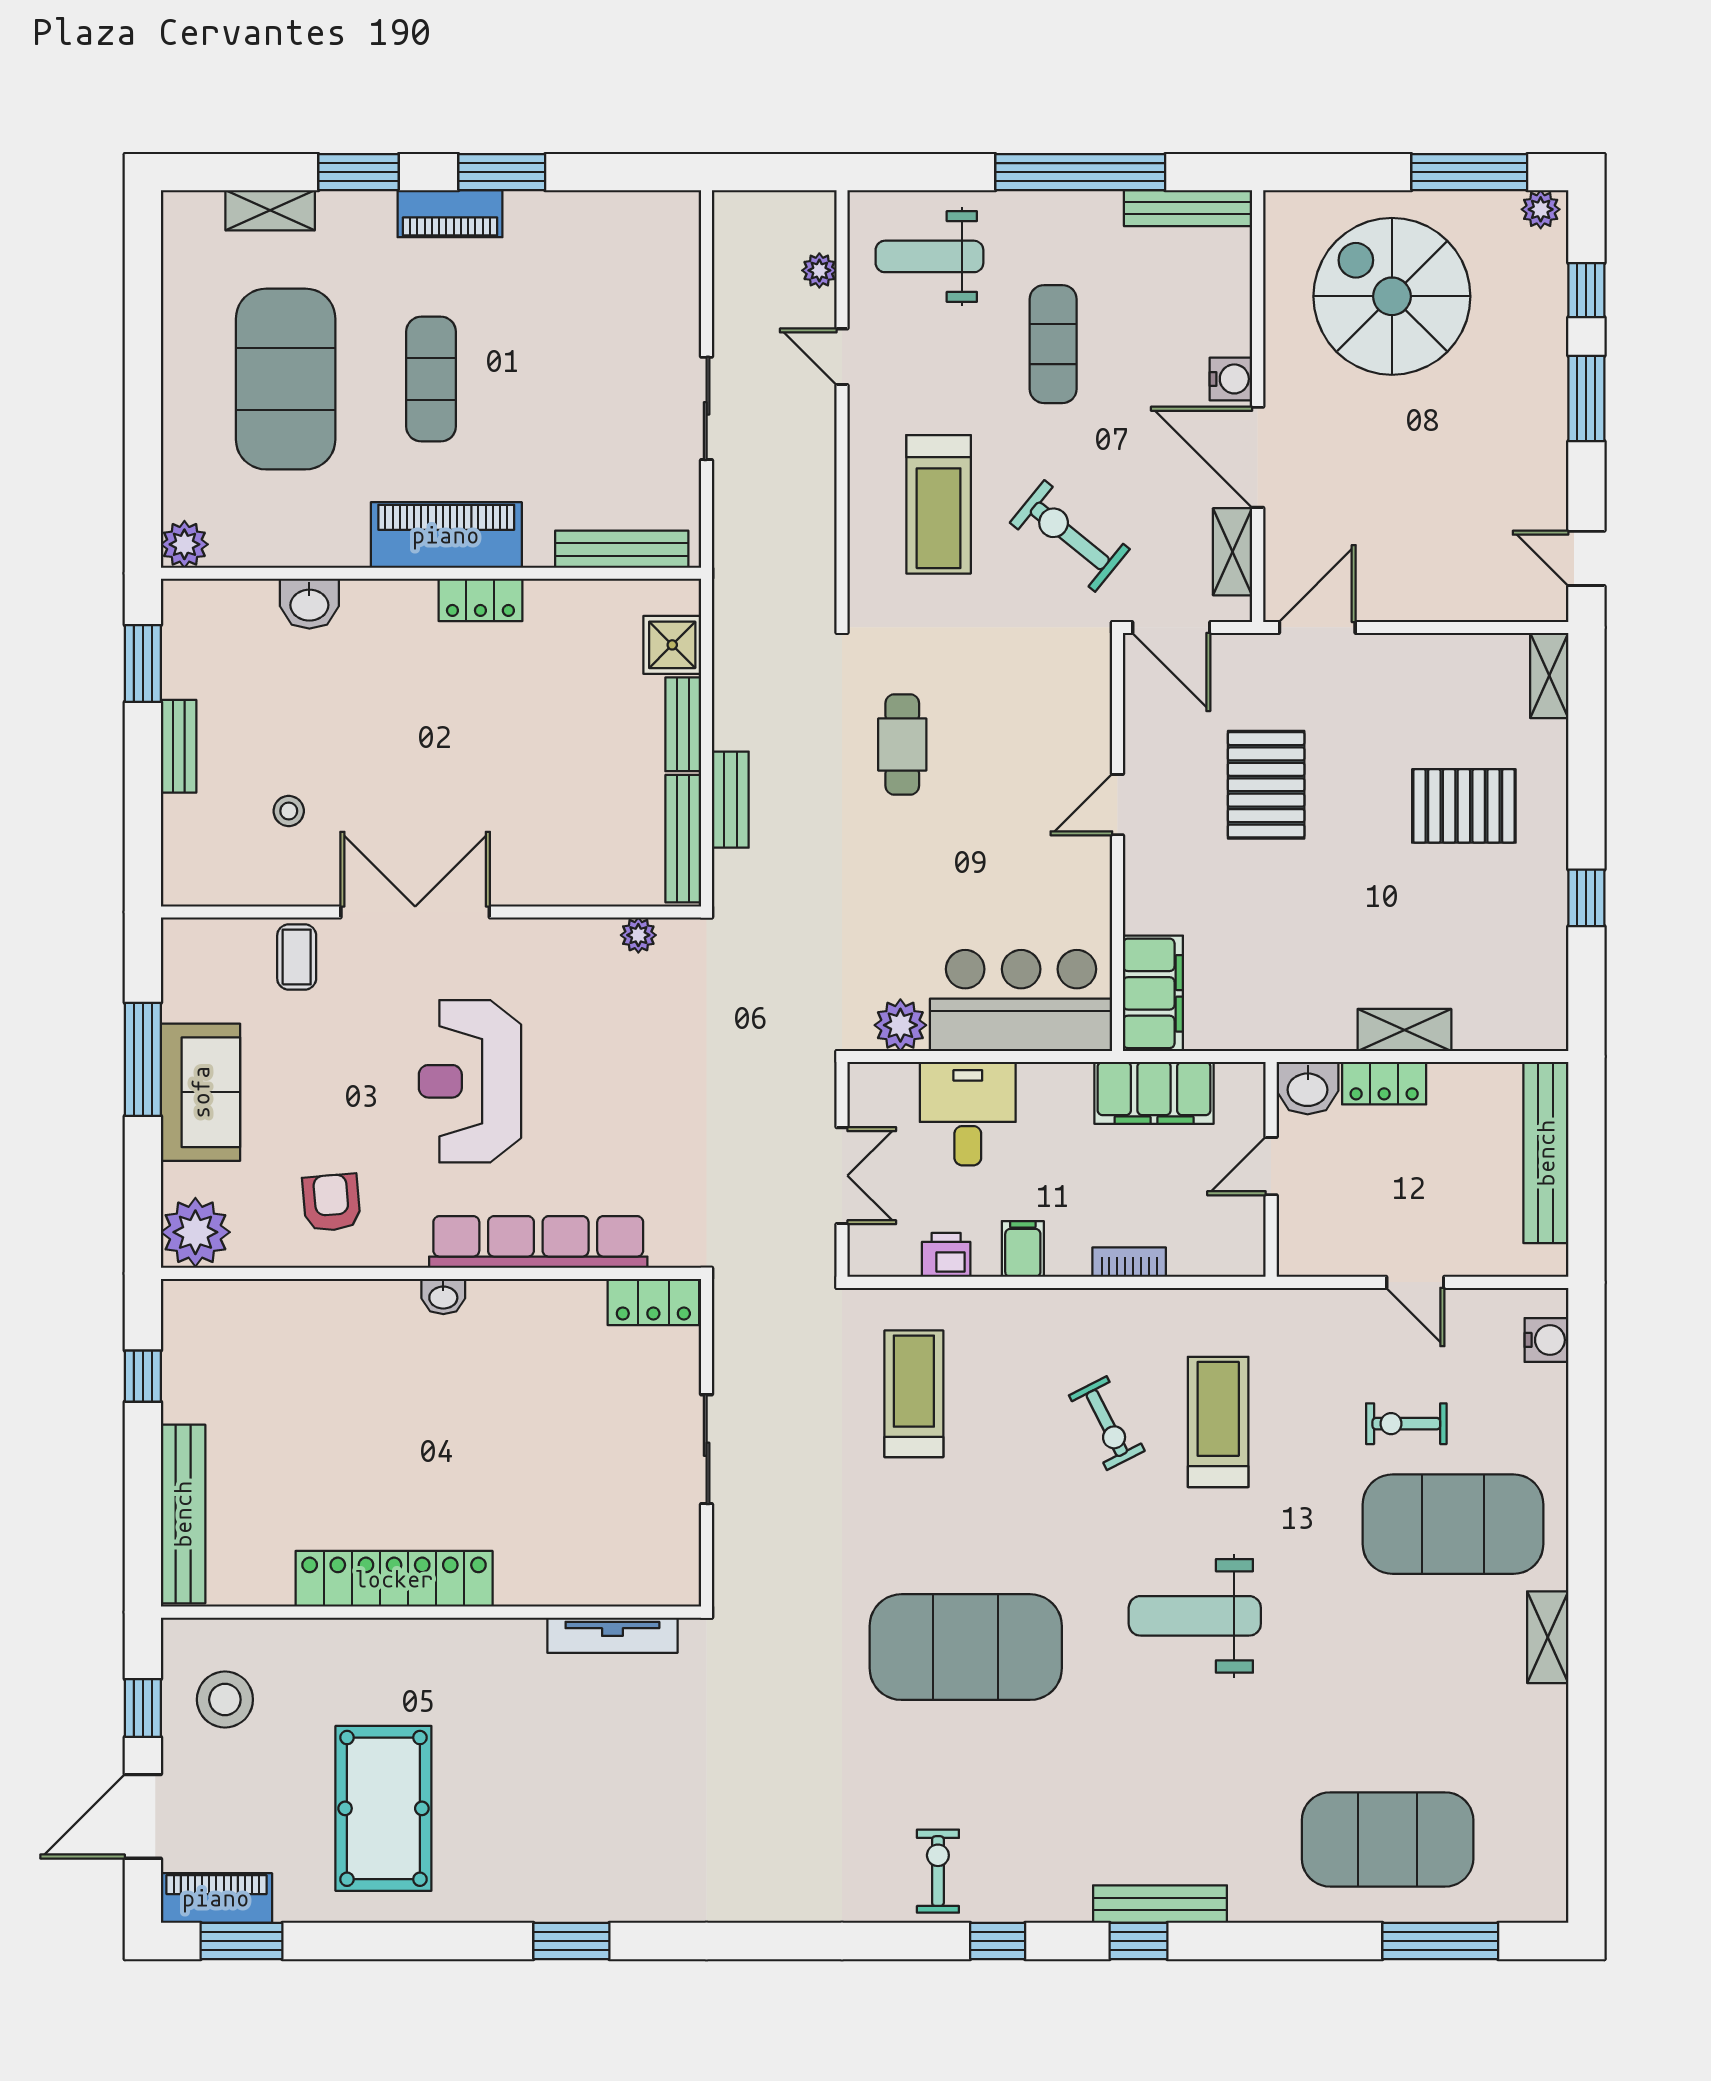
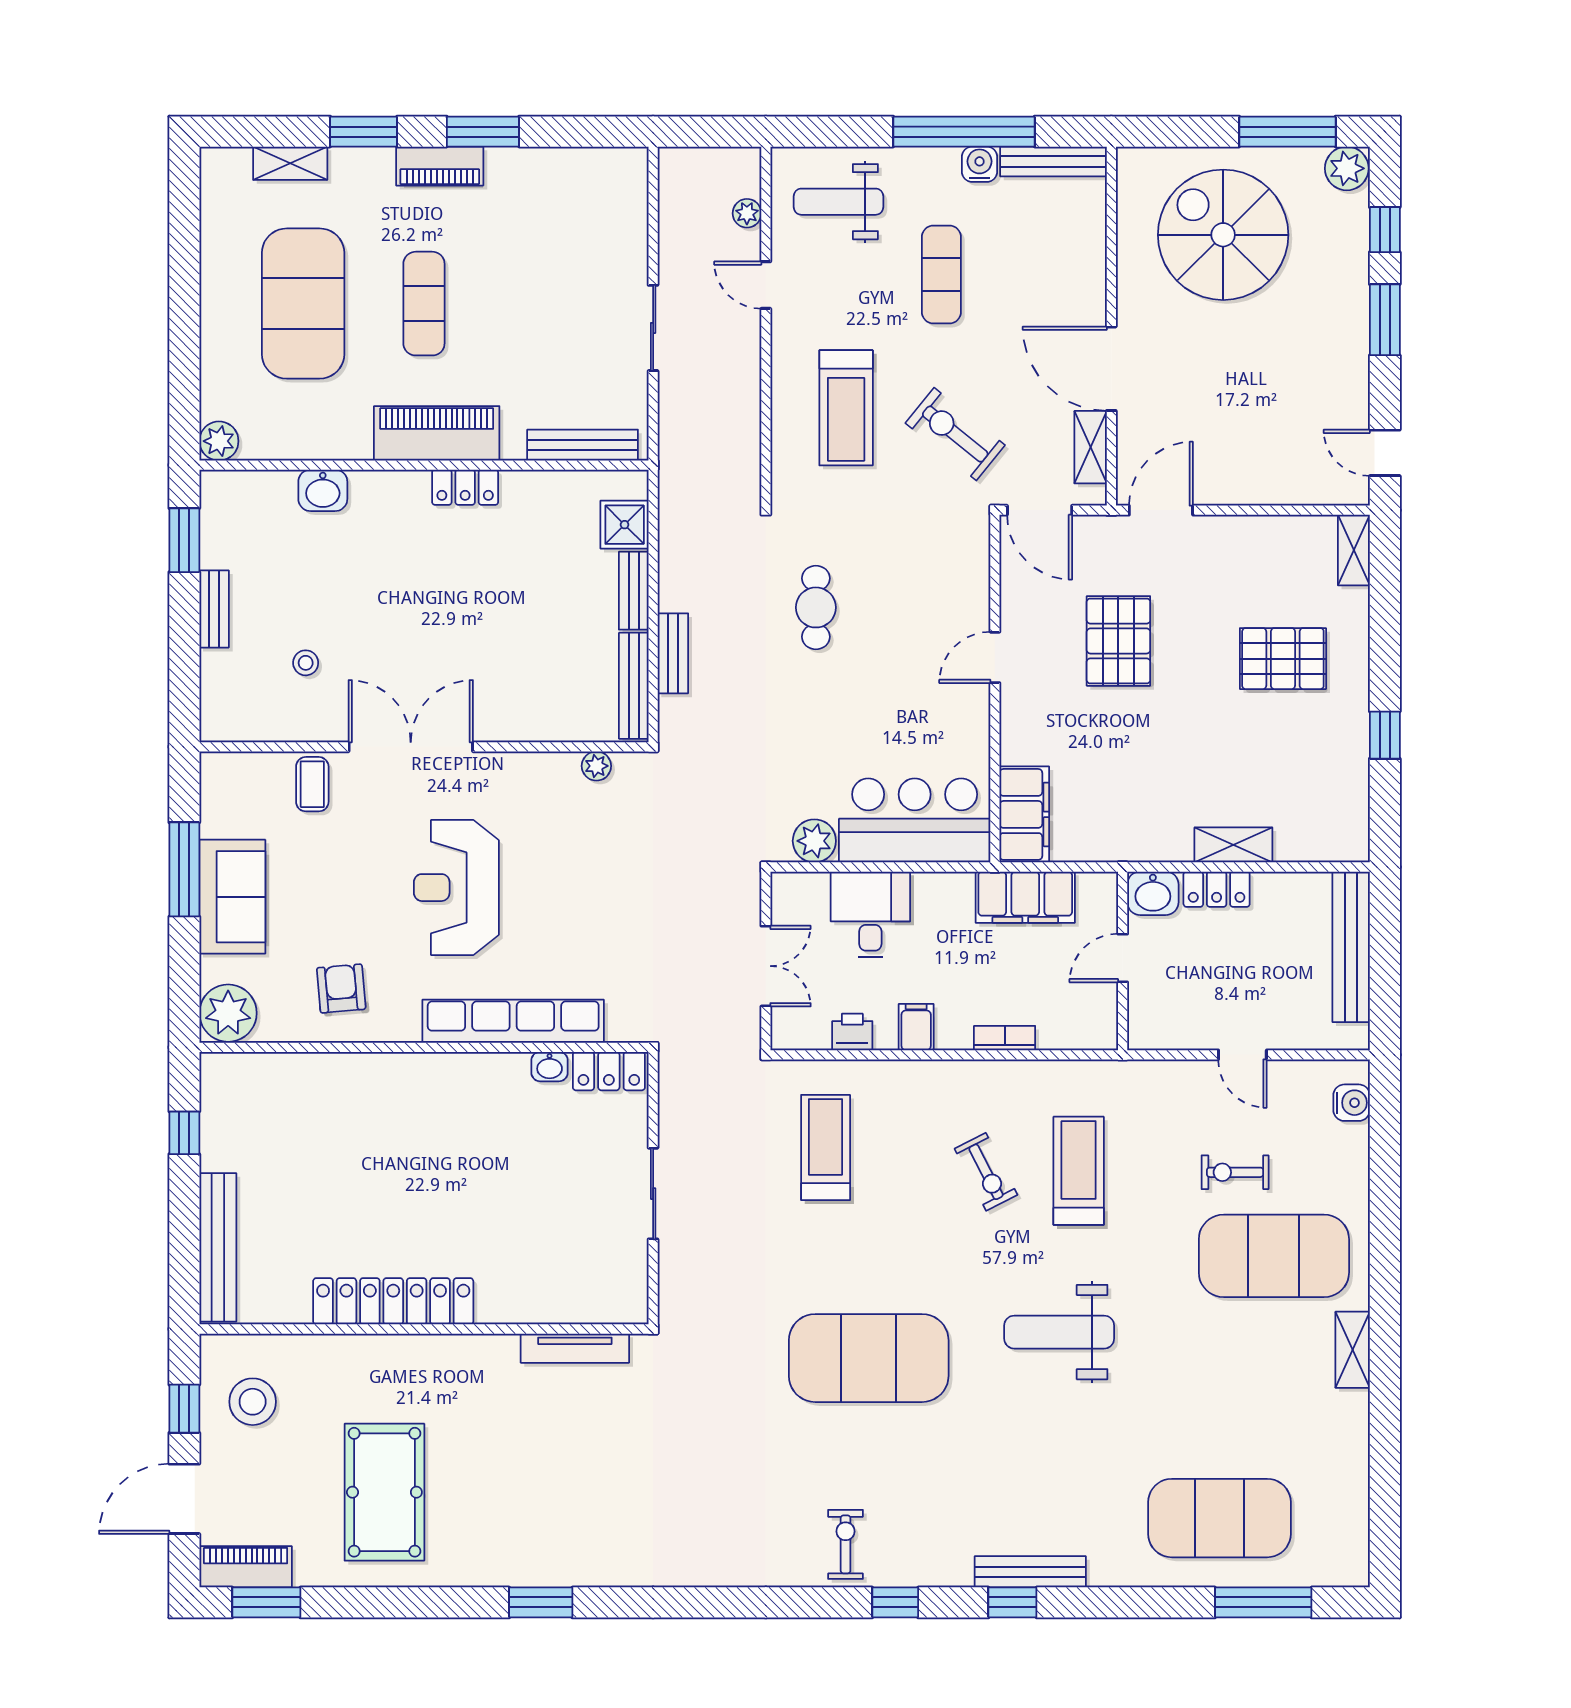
plant: (1541, 209) -> (1347, 168), width x1.38, depth x1.38
water cooler: (1231, 379) -> (980, 164), moved, turned -90
washbasin: (443, 1296) -> (550, 1067), moved

